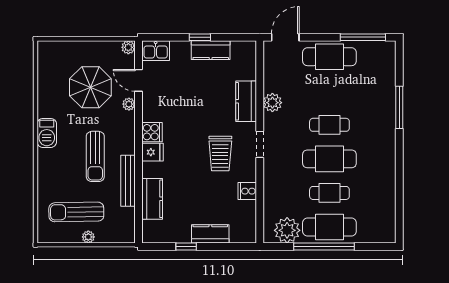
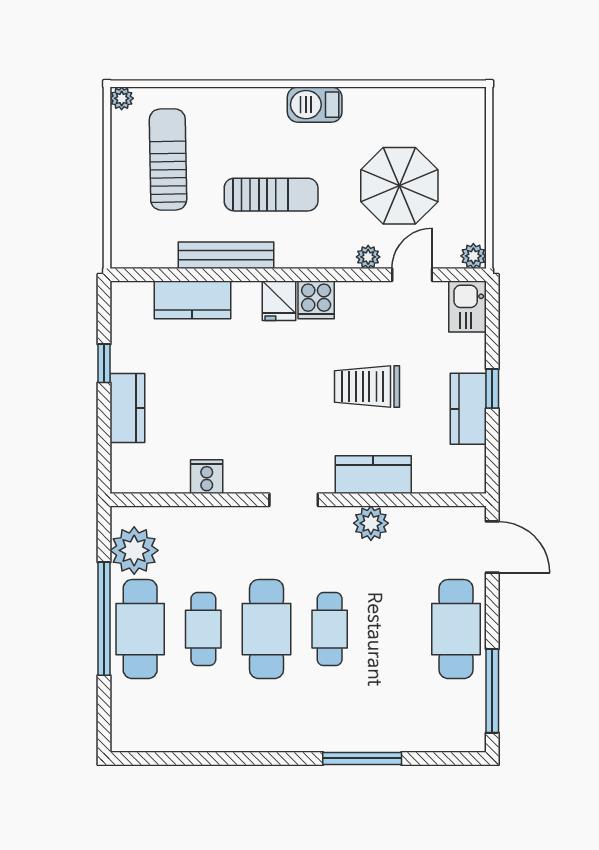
trolley: (220, 153) -> (367, 386), moved
sun lounger: (95, 156) -> (271, 195), turned 180
plant: (88, 237) -> (122, 98), moved

